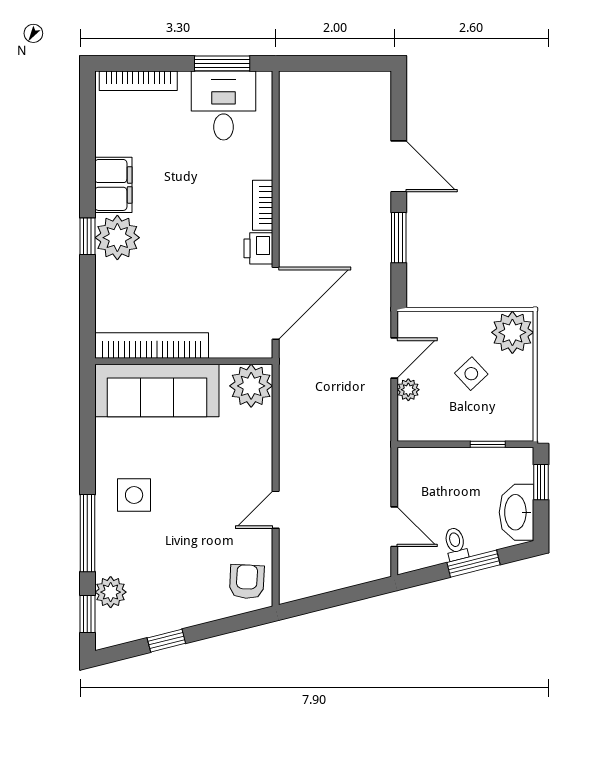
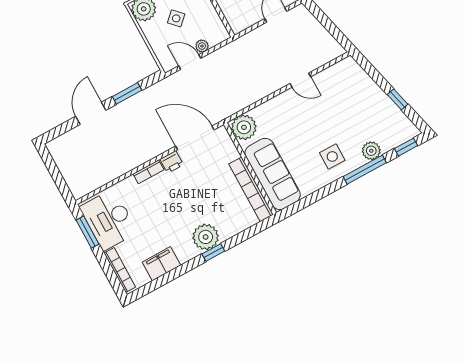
desk: (224, 105) -> (109, 220), width x1.37
filing cabinet: (113, 185) -> (161, 264), moved
armchair: (247, 582) -> (345, 75), removed
plant: (111, 592) -> (371, 151), moved

